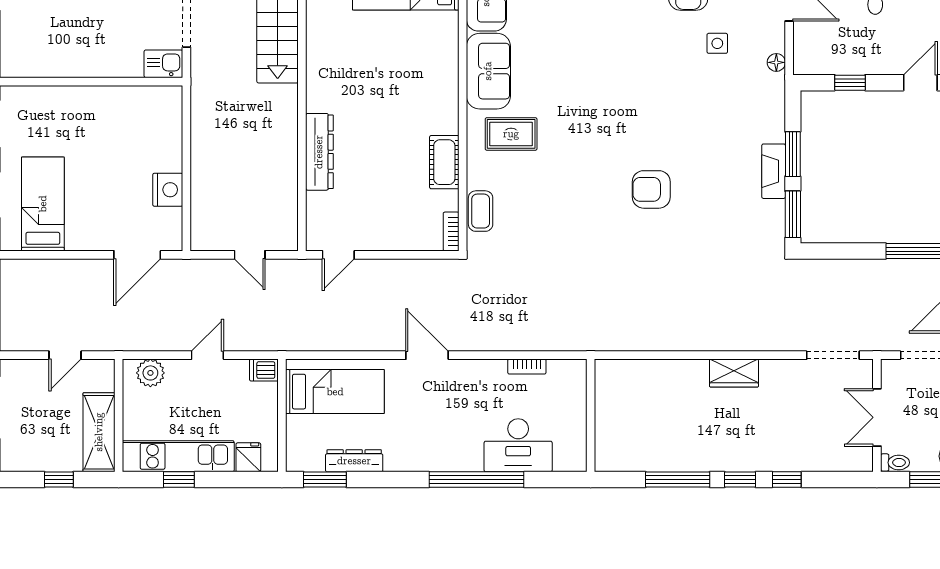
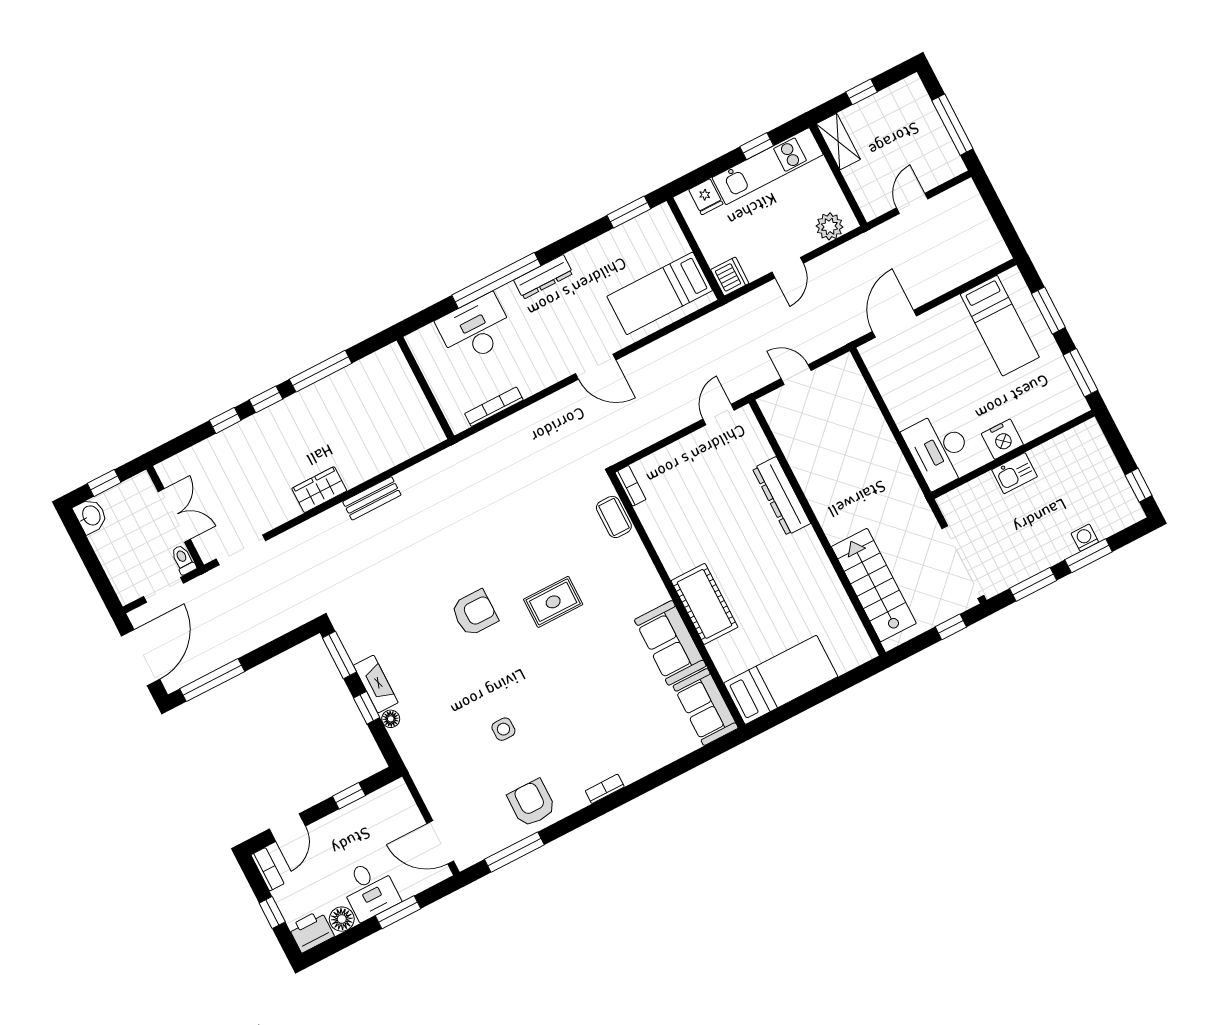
side table: (717, 43) -> (503, 729), moved
floor lamp: (776, 62) -> (391, 719), moved
kitchen sink: (163, 64) -> (1015, 473), moved
desk: (156, 120) -> (939, 450), added
rug: (511, 134) -> (553, 602), moved
window: (793, 154) -> (367, 708), width x0.67
cot: (444, 162) -> (704, 604), moved, width x1.37, depth x1.34
nightstand: (168, 190) -> (1002, 439), moved, turned -90
bench: (691, 341) -> (372, 498), added
bookcase: (527, 367) -> (494, 407), width x1.56
dishwasher: (264, 370) -> (730, 276), width x1.38
shelving: (99, 432) -> (838, 142), width x0.67, depth x0.75
dresser: (354, 461) -> (543, 277), moved
toilet: (895, 463) -> (183, 560), moved, turned 90

